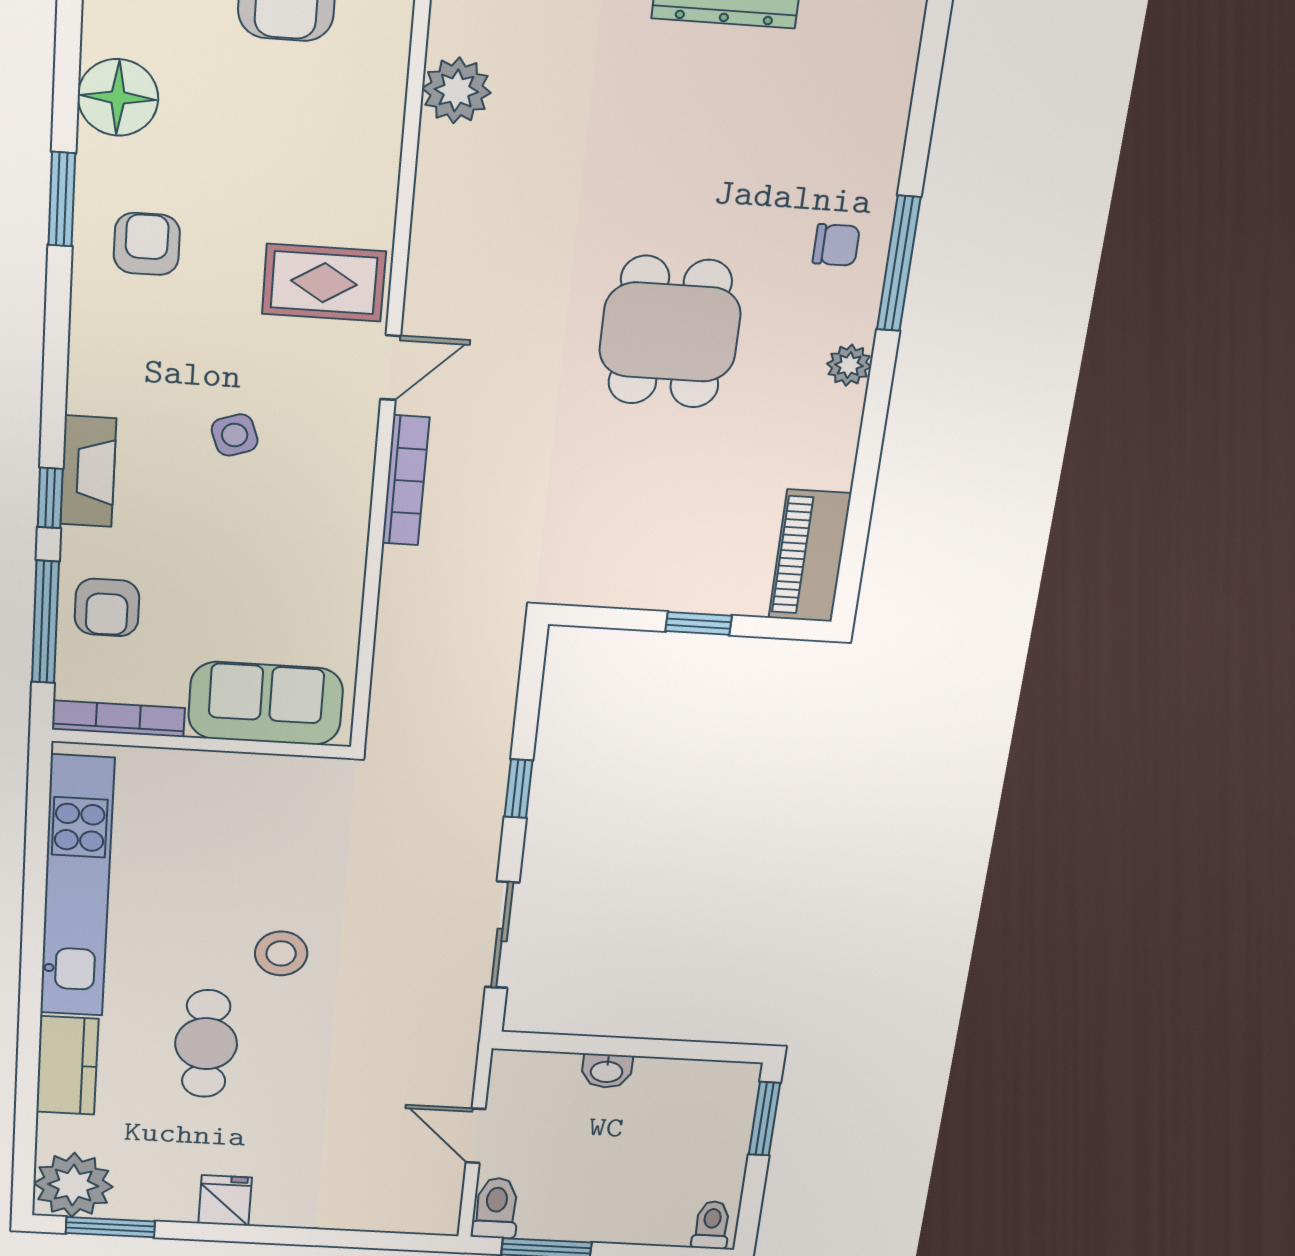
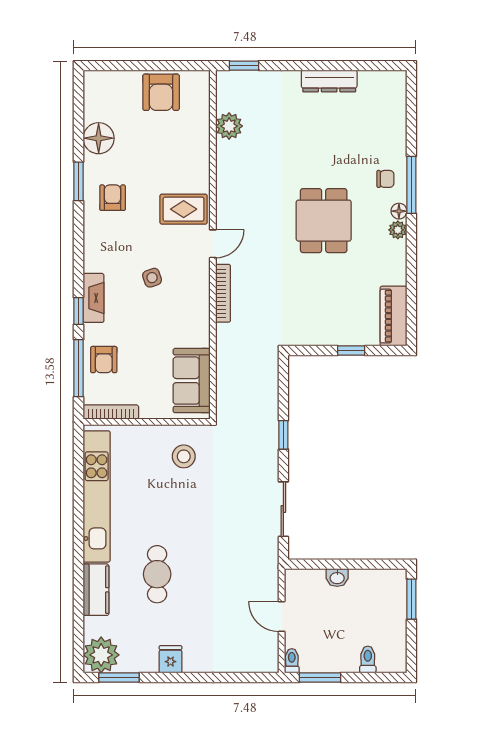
floor lamp: (858, 322) -> (399, 211), added
sofa: (266, 703) -> (192, 381), moved, turned -90
stool: (281, 953) -> (184, 456), moved
toilet: (496, 1208) -> (292, 661), width x0.73, depth x0.72
toilet: (712, 1225) -> (368, 660), moved

